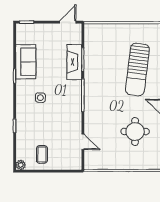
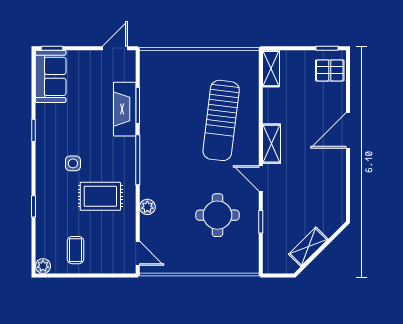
sofa: (26, 62) -> (51, 76), moved
rug: (58, 119) -> (100, 196), added
plant: (89, 126) -> (147, 207), added
door: (83, 142) -> (138, 253), moved

